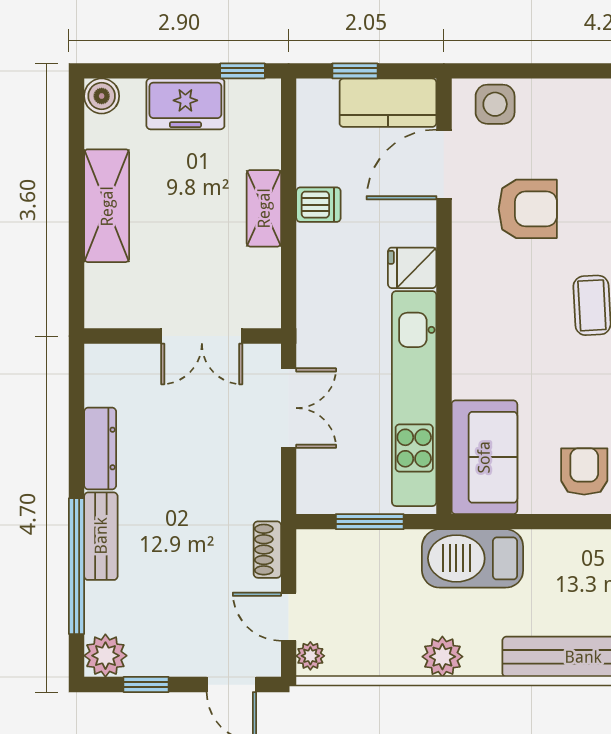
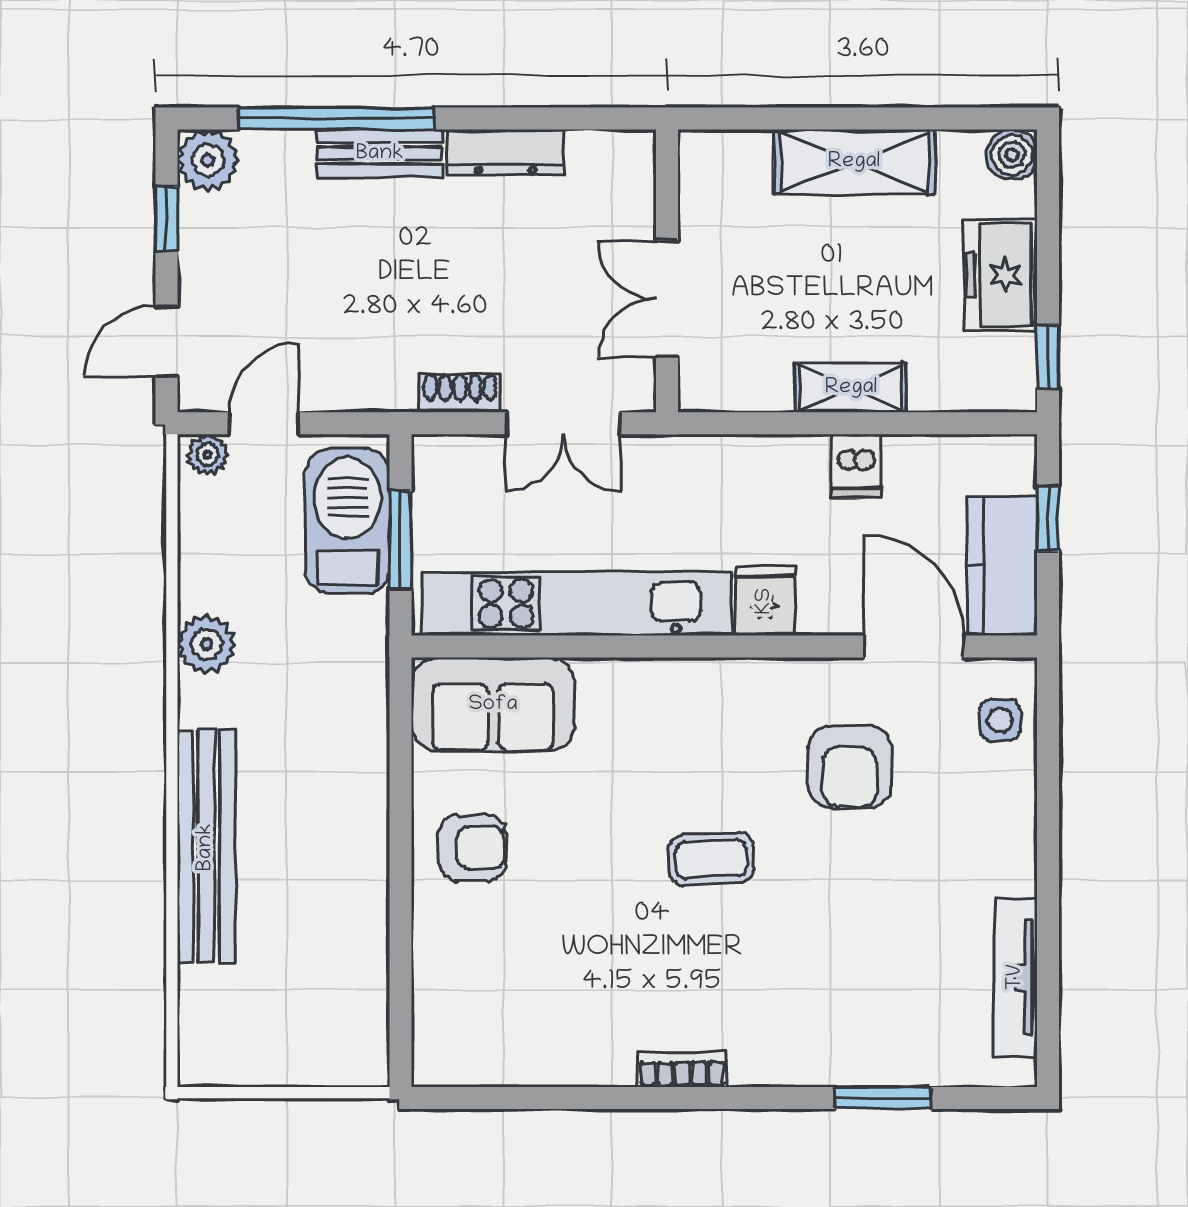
side table: (495, 104) -> (1000, 720), width x0.73, depth x0.73
shoe rack: (267, 550) -> (460, 393), moved
barbecue: (473, 558) -> (348, 521), moved

